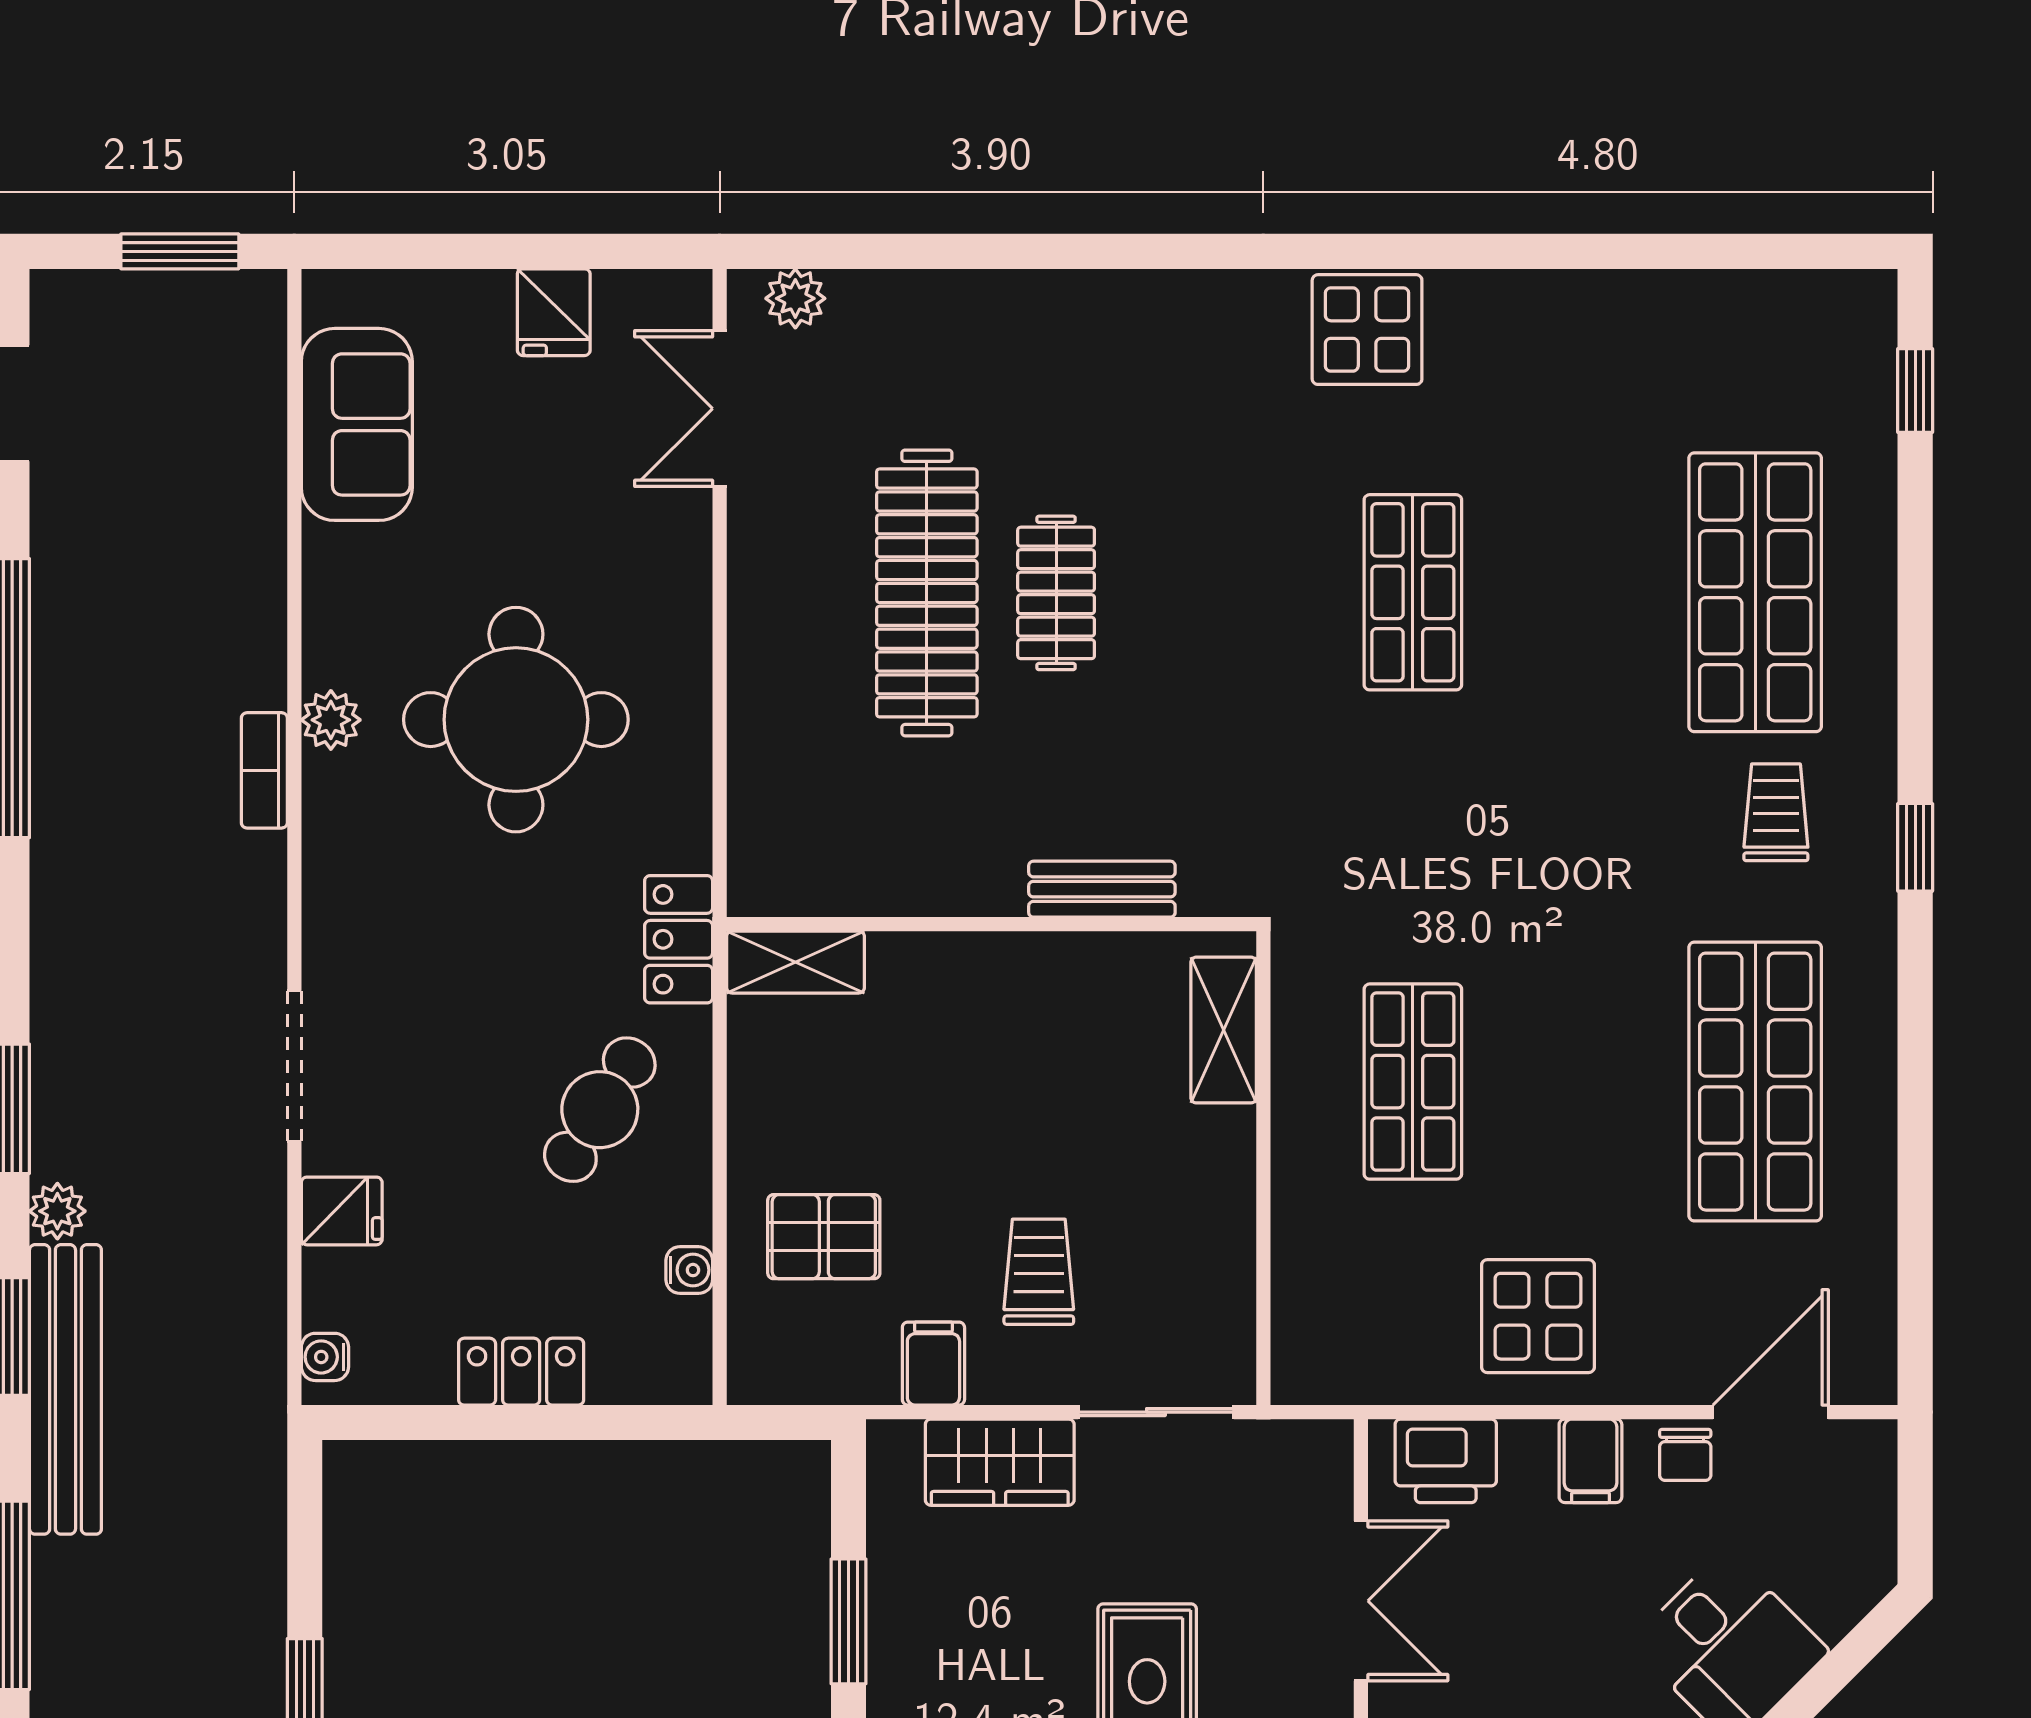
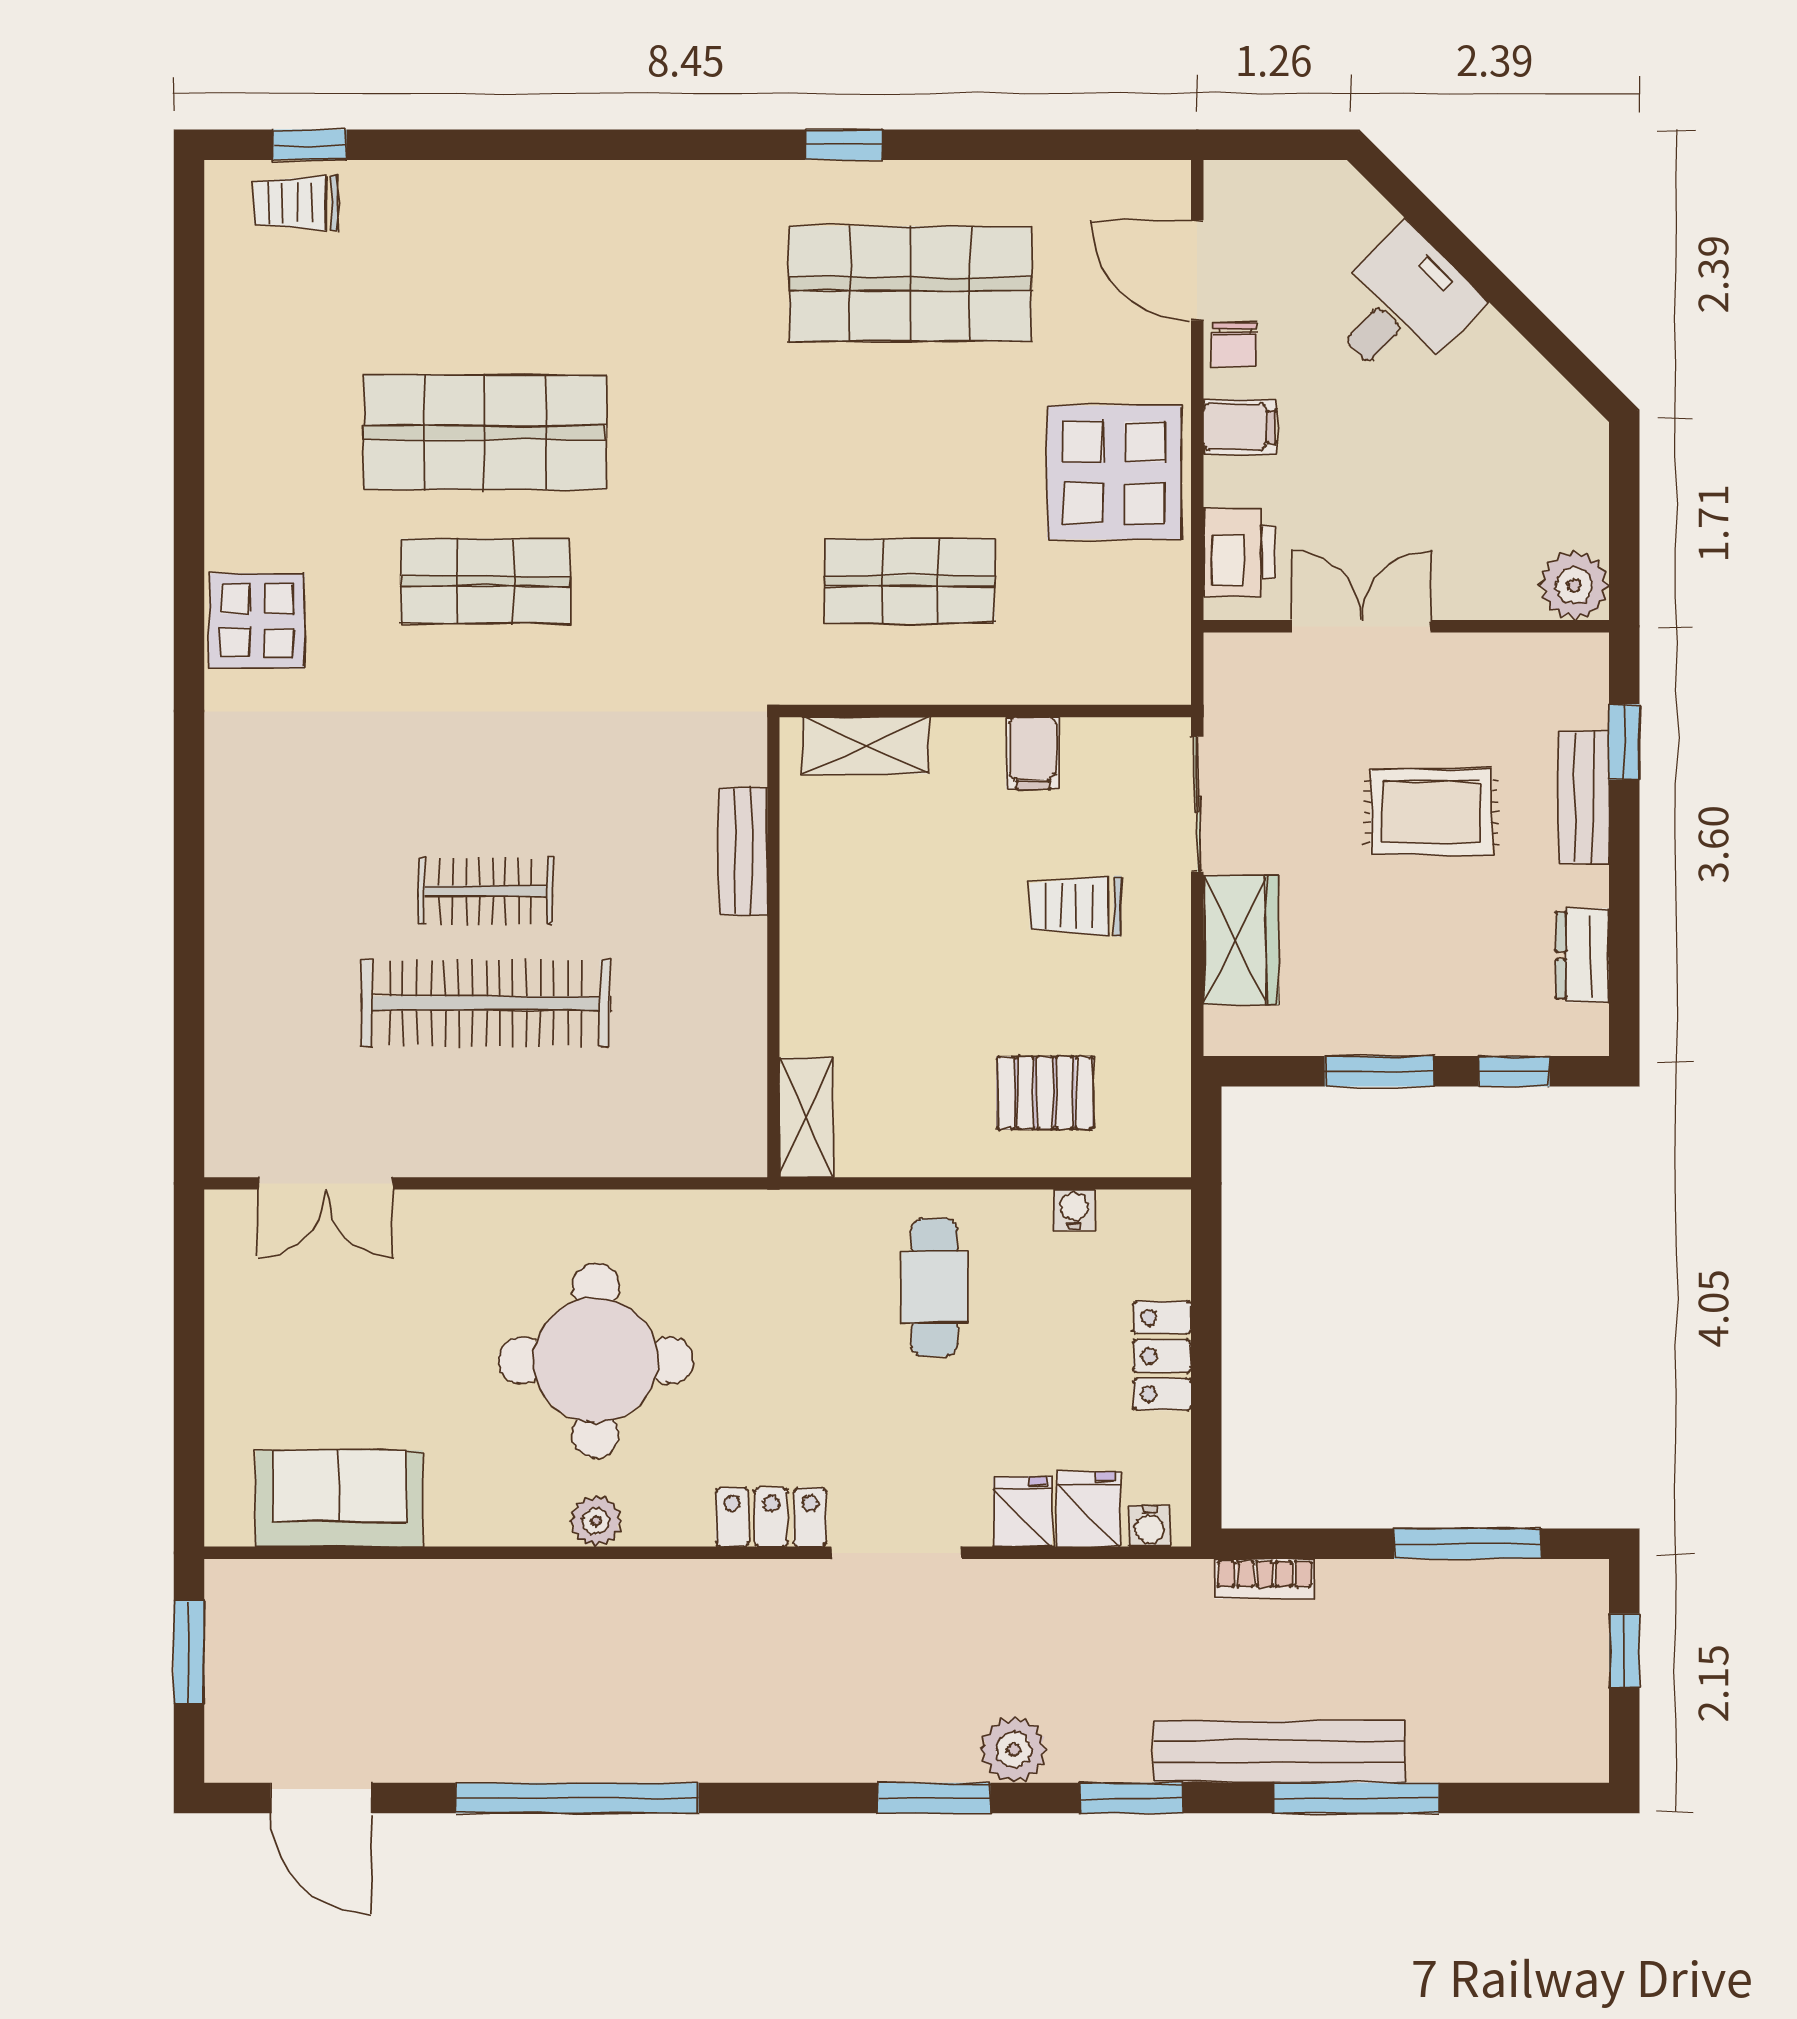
plant: (795, 298) -> (230, 1118), removed
fridge: (554, 312) -> (1088, 1509), moved, turned -90
shop shelf: (1755, 592) -> (485, 432), moved
bookcase: (264, 770) -> (1265, 1579), moved
trolley: (1776, 812) -> (296, 203), moved
window: (1915, 847) -> (843, 145), moved
locker: (679, 939) -> (771, 1517), moved, turned 180
cafe table: (600, 1110) -> (935, 1287), turned 58
plant: (57, 1211) -> (1014, 1750), width x1.38, depth x1.38
pallet: (824, 1237) -> (1045, 1093), turned 90
display table: (1538, 1316) -> (1114, 472), width x1.36, depth x1.36
filing cabinet: (933, 1364) -> (1033, 753), moved, turned -90
bench: (65, 1389) -> (1280, 1752), moved
chair: (1685, 1455) -> (1234, 344), turned 90

